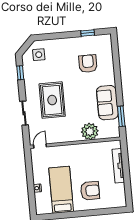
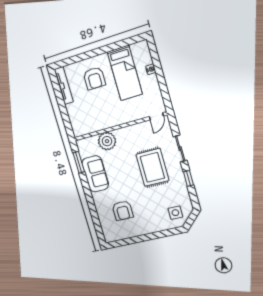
window: (88, 33) -> (129, 241), removed
window: (20, 73) -> (188, 178), moved
tv unit: (118, 166) -> (64, 86), moved
armchair: (90, 191) -> (94, 78), turned -90

